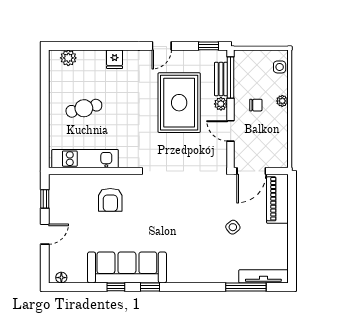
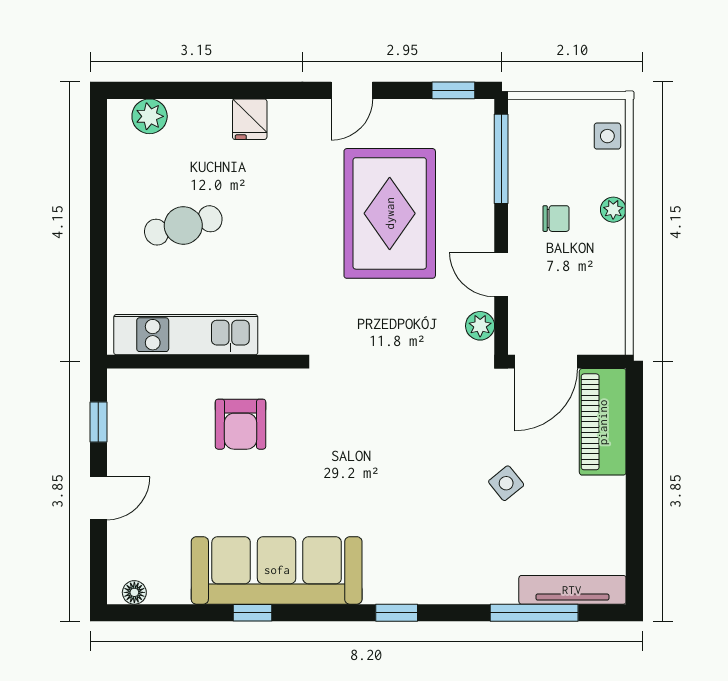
bench: (221, 79) -> (480, 162), removed
plant: (221, 104) -> (480, 326), moved
window: (150, 287) -> (397, 613), moved

